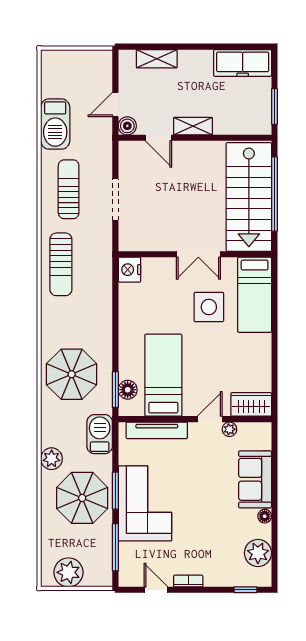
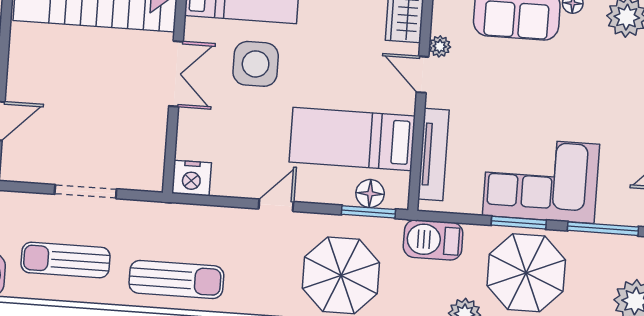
door: (115, 327) -> (276, 205), added

